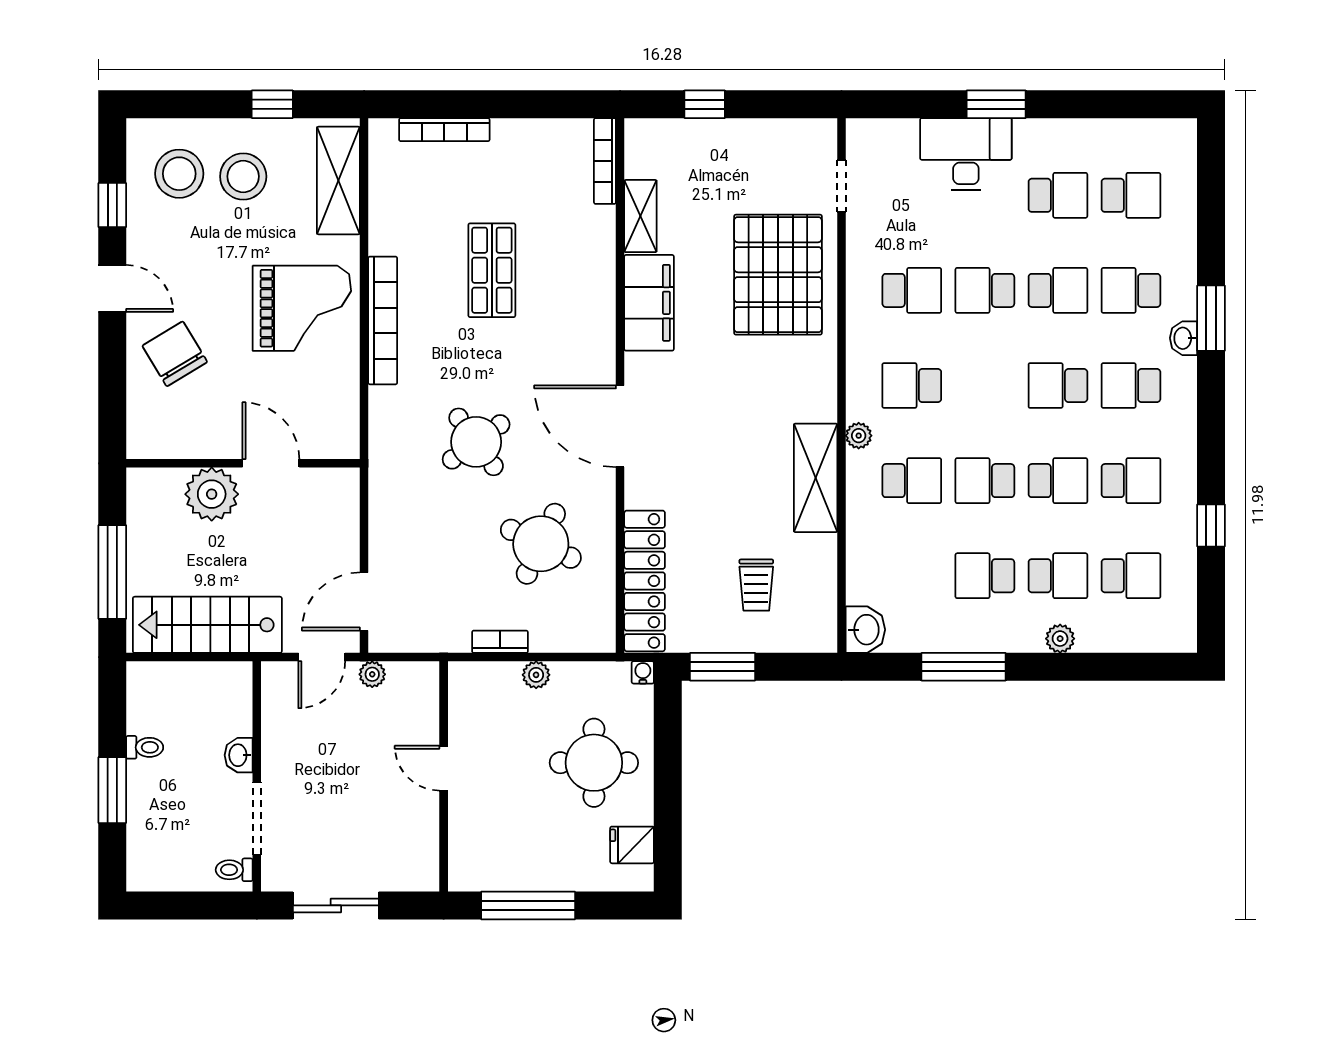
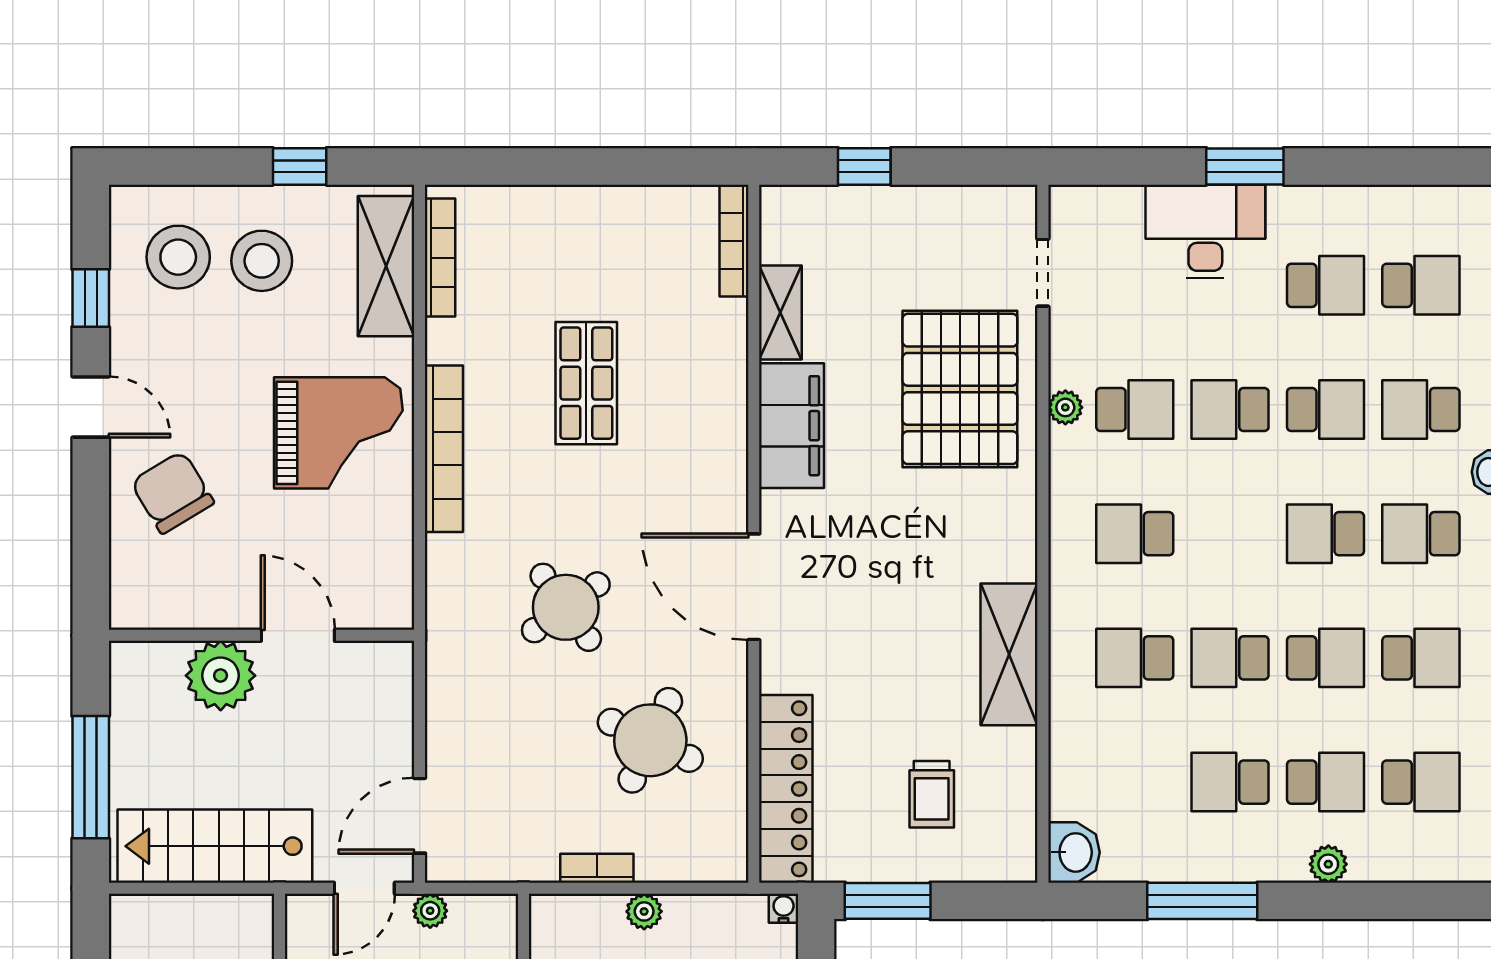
bookcase: (444, 130) -> (440, 258), moved, turned -90
plant: (859, 436) -> (1065, 407), moved
school desk: (912, 481) -> (1135, 658), turned 180

